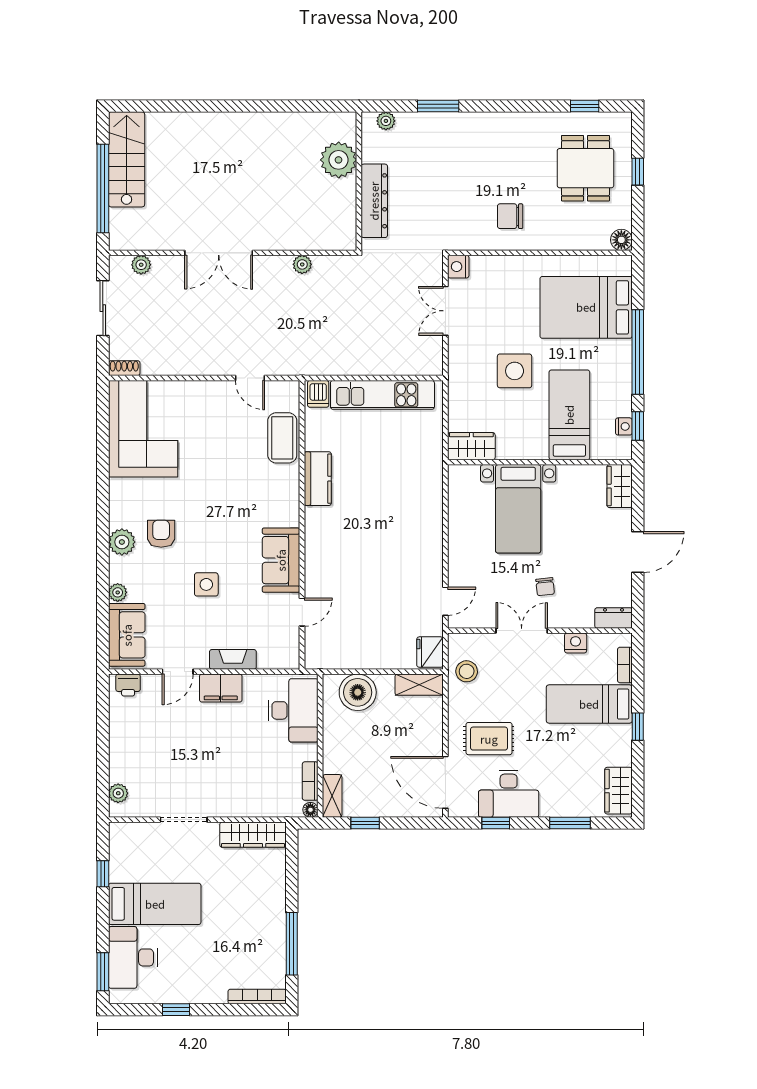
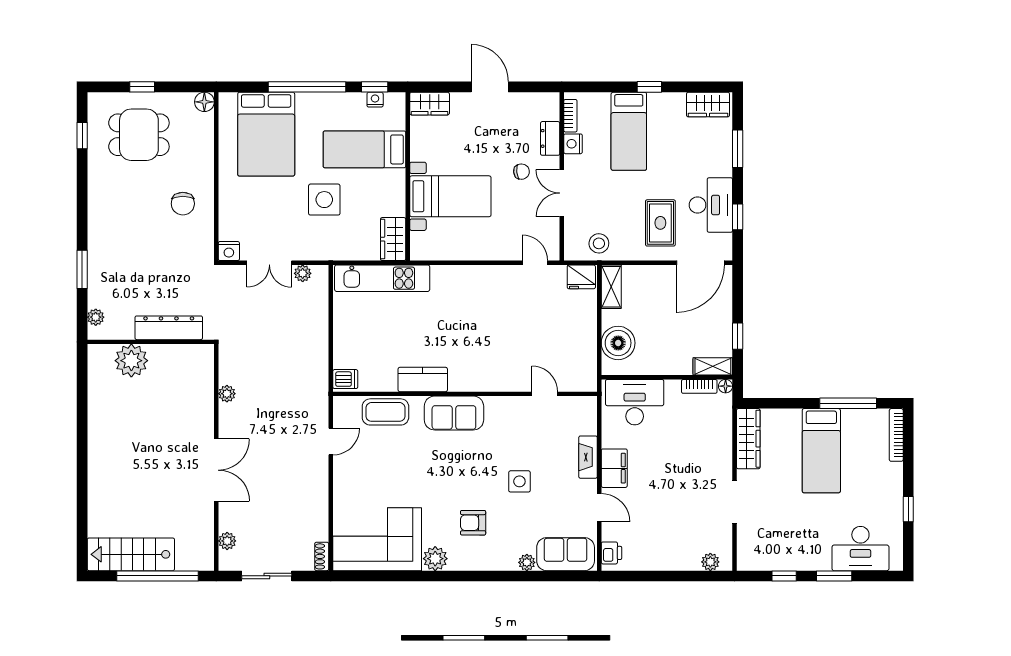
plant: (434, 347) -> (303, 273), added
kitchen unit: (382, 395) -> (382, 278), moved, turned 90
plant: (122, 542) -> (435, 559), moved
sofa: (281, 560) -> (454, 413), moved
dresser: (614, 618) -> (550, 138), moved
bookcase: (625, 665) -> (570, 116), moved, turned -90
bed: (155, 904) -> (821, 451), moved, turned 180
window: (103, 972) -> (834, 576), moved

